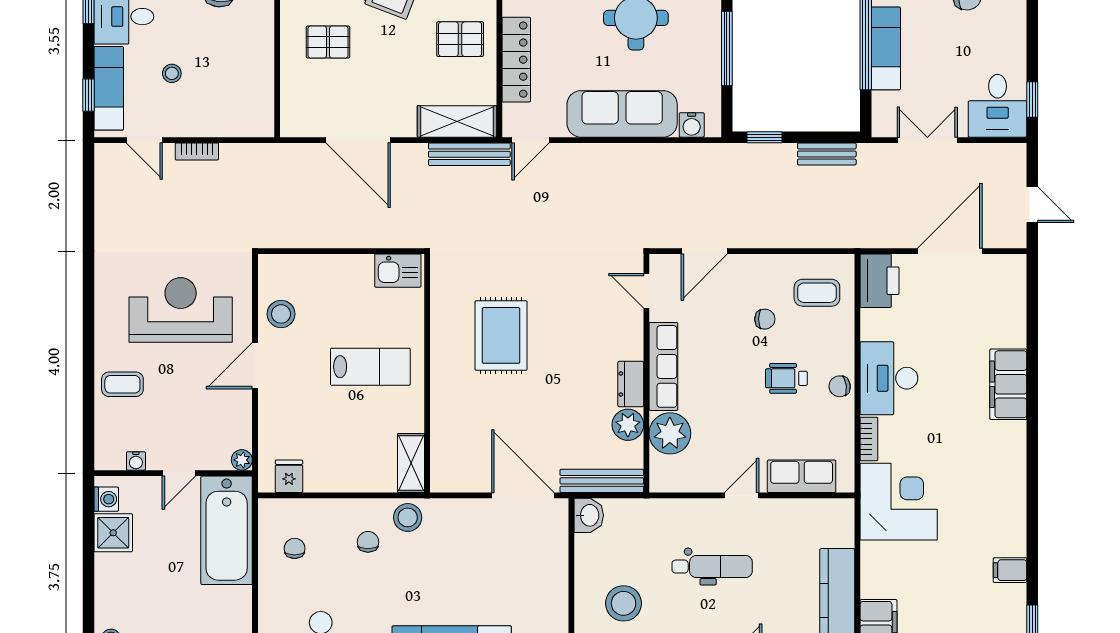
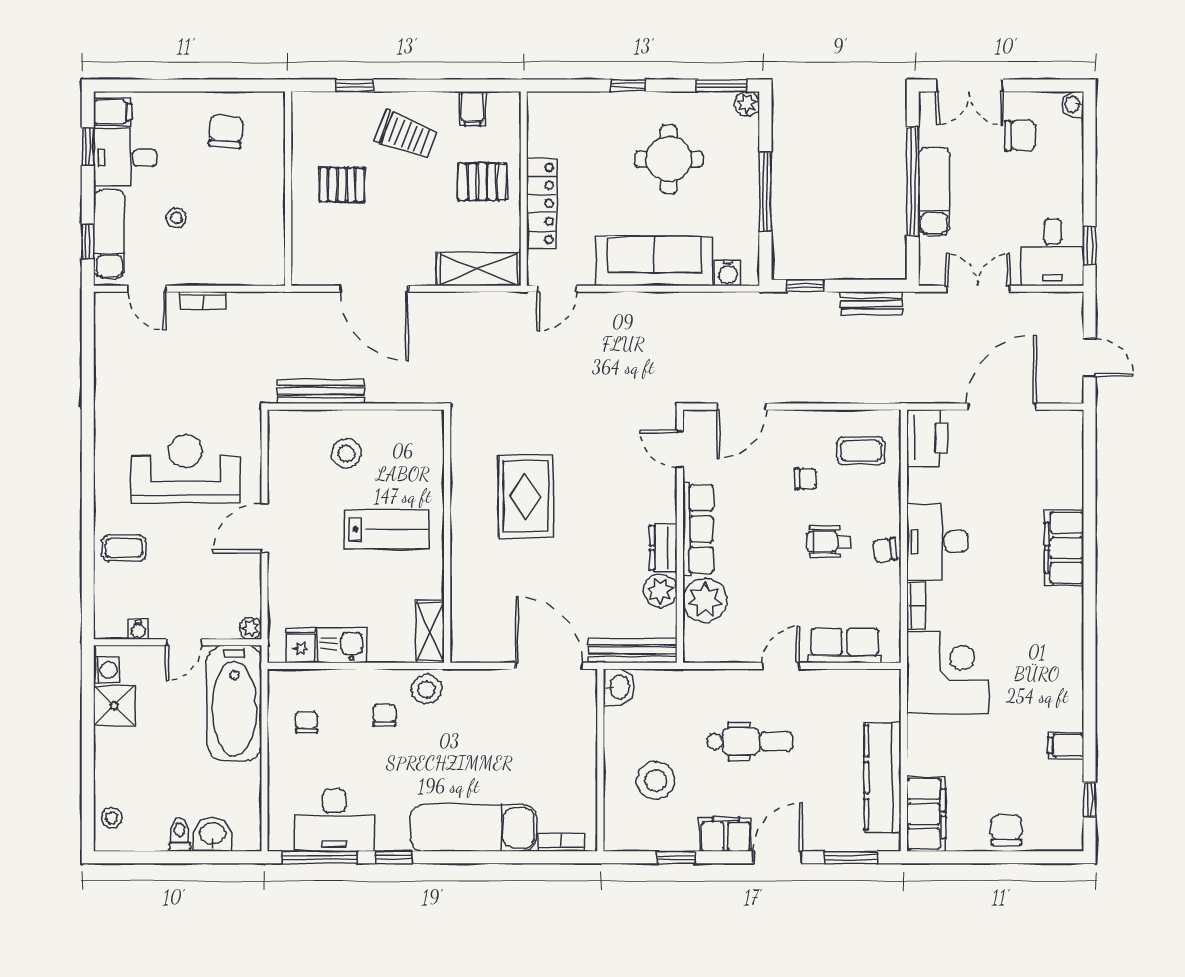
bench: (469, 154) -> (321, 392), moved
kitchen sink: (398, 271) -> (342, 645), moved, turned 180
stool: (281, 314) -> (346, 453), moved

